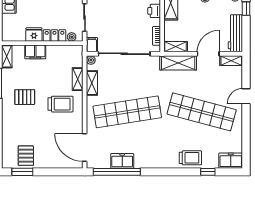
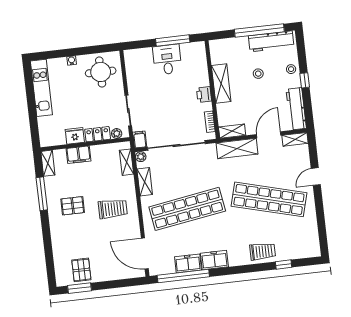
shelving: (78, 79) -> (127, 162), moved
freezer: (231, 161) -> (214, 260), moved

